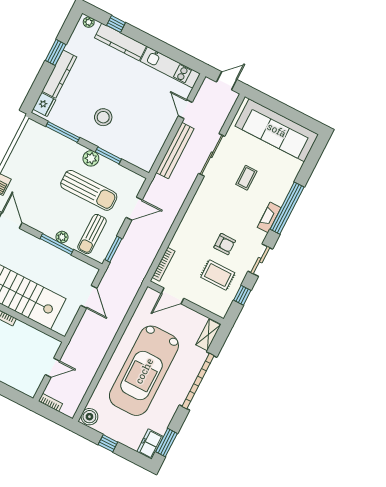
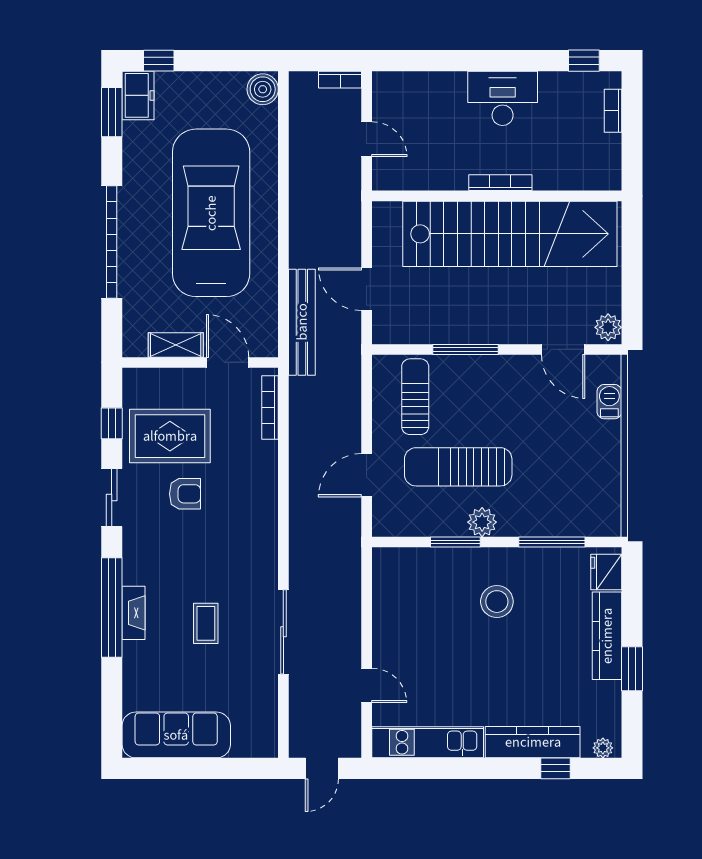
sofa: (277, 130) -> (176, 735), width x0.74, depth x0.79
bench: (175, 151) -> (302, 322), moved
fireplace: (269, 217) -> (134, 613), moved
plant: (62, 237) -> (463, 366), removed
armchair: (225, 244) -> (185, 494), turned 180
window: (113, 249) -> (367, 390), removed
rug: (218, 275) -> (170, 436), width x1.36, depth x1.43
door: (173, 296) -> (228, 362), hinge flipped
shelving: (208, 335) -> (176, 345), moved, turned 90
door: (52, 368) -> (367, 139), swing flipped
window: (108, 443) -> (159, 61), moved

